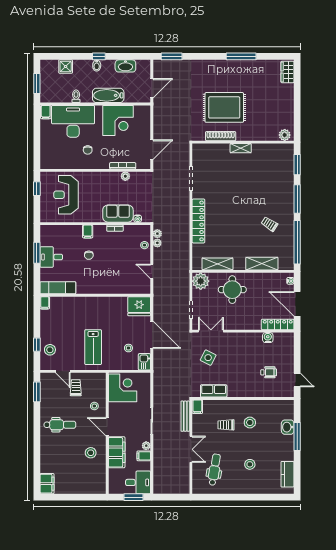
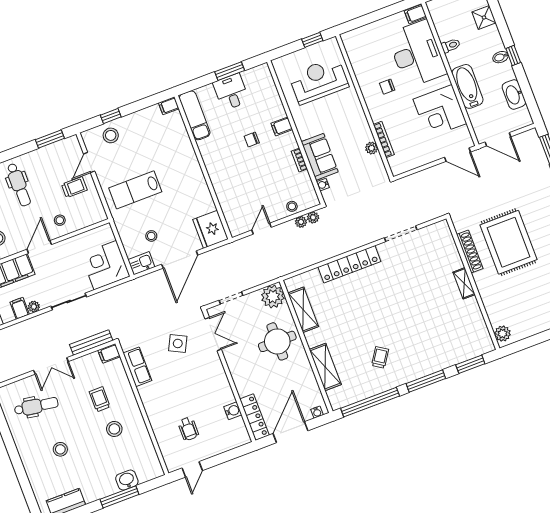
door: (152, 150) -> (458, 155), moved
corner desk: (123, 388) -> (105, 265), moved, turned 180

